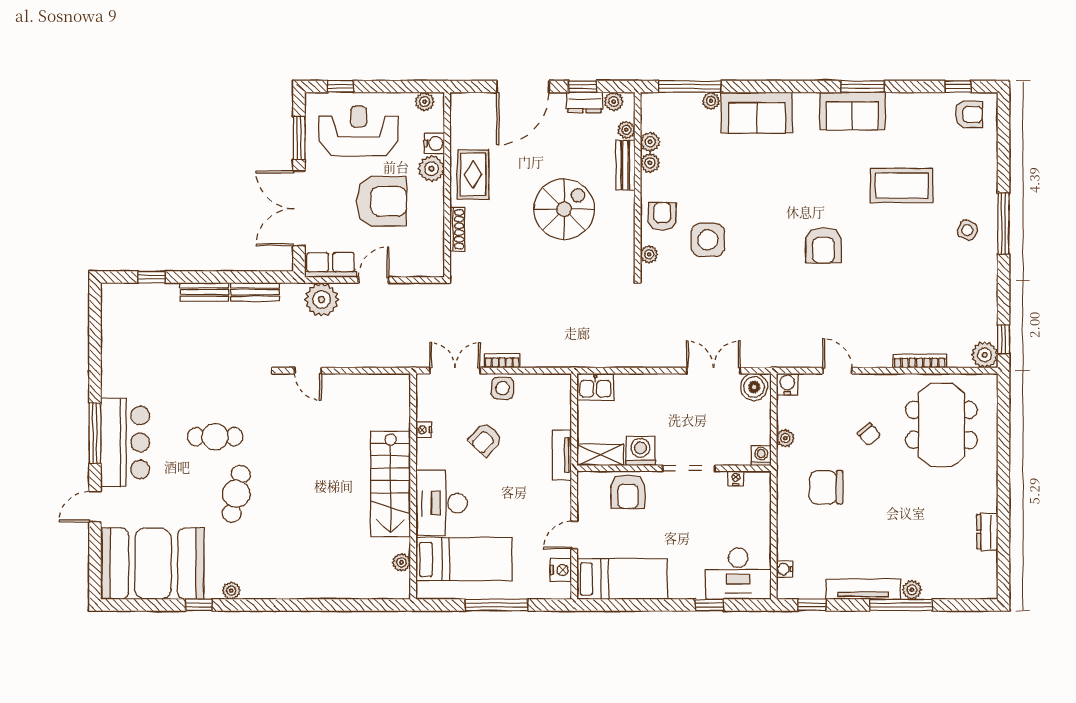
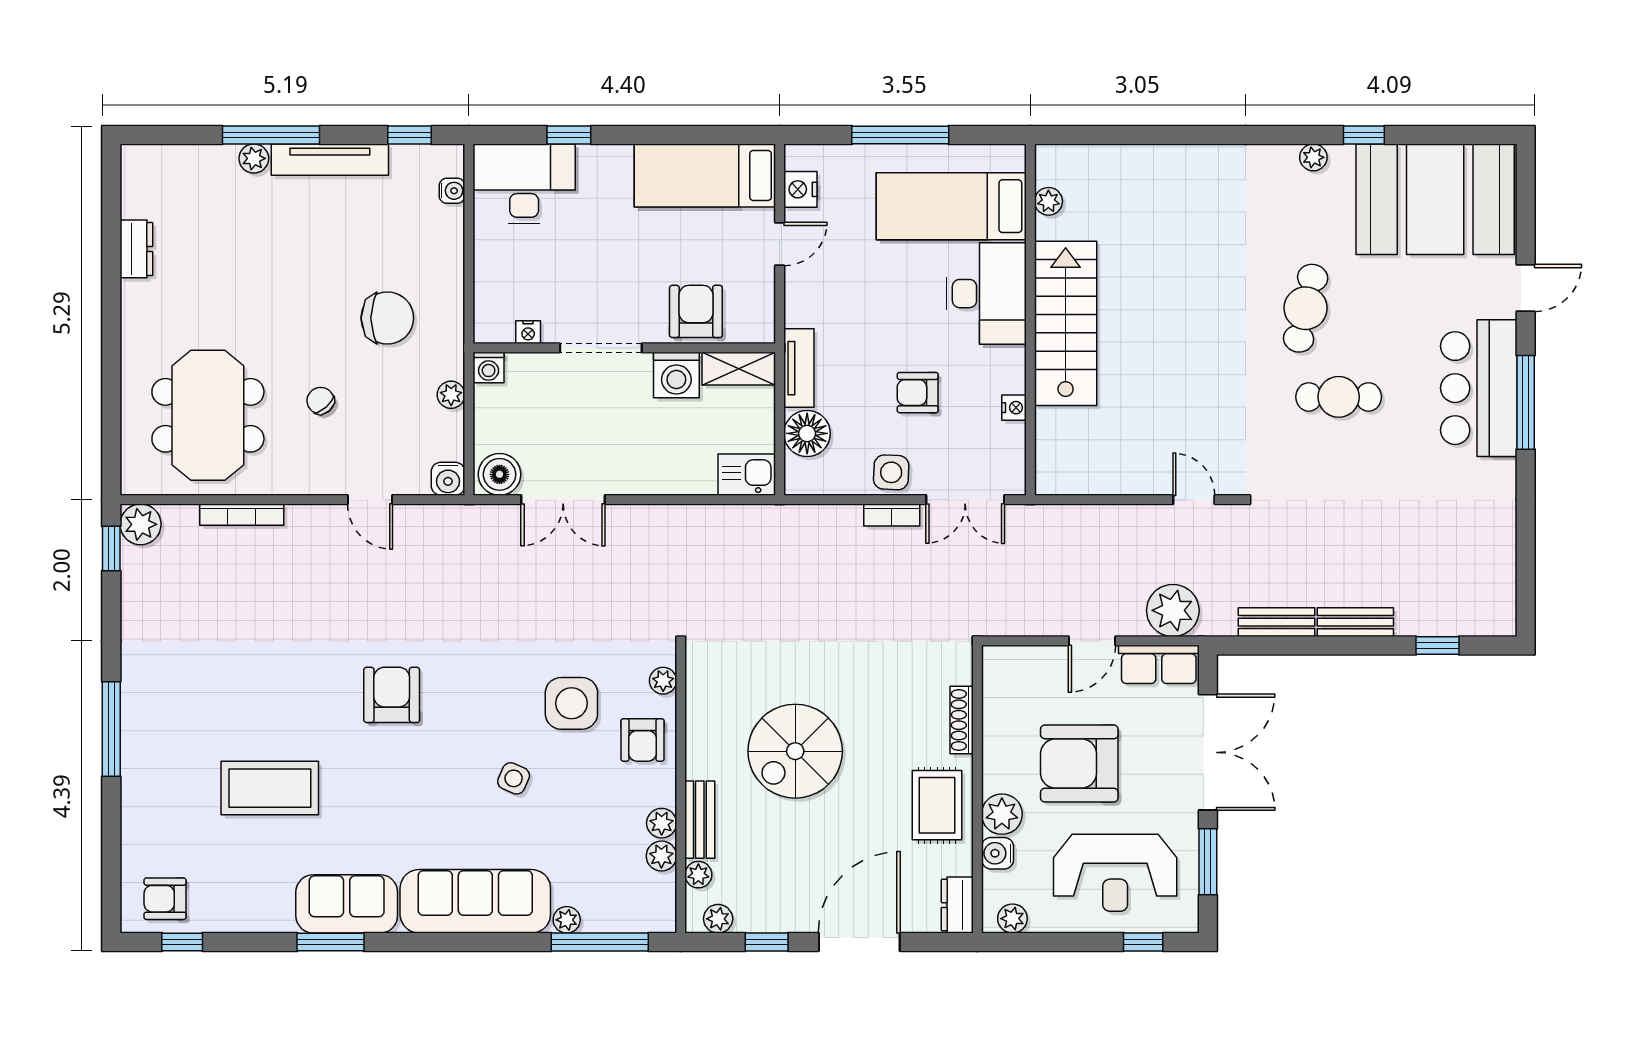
dresser: (585, 102) -> (957, 905), moved, turned -90
sofa: (757, 113) -> (475, 901), width x1.36
side table: (967, 230) -> (514, 778), moved
floor lamp: (557, 413) -> (807, 433), added
armchair: (485, 439) -> (918, 393), turned -134

